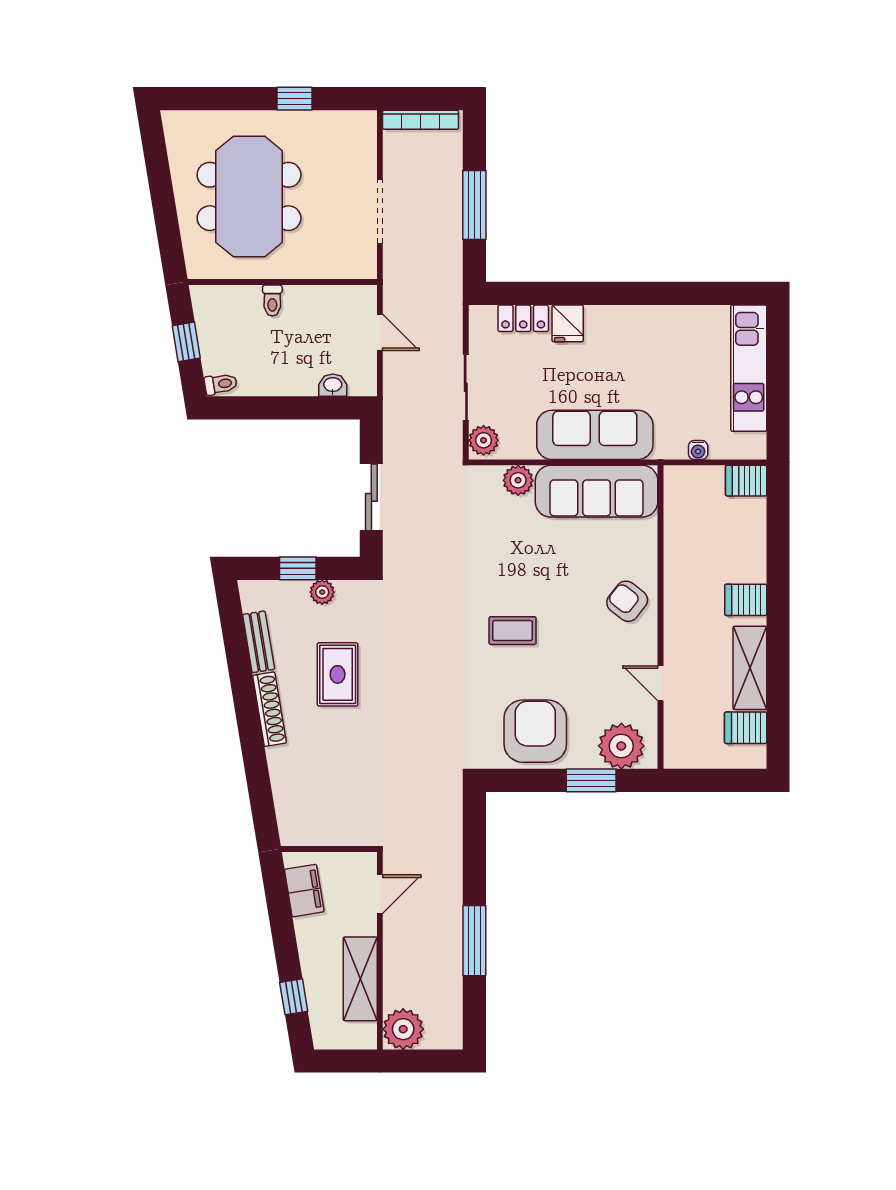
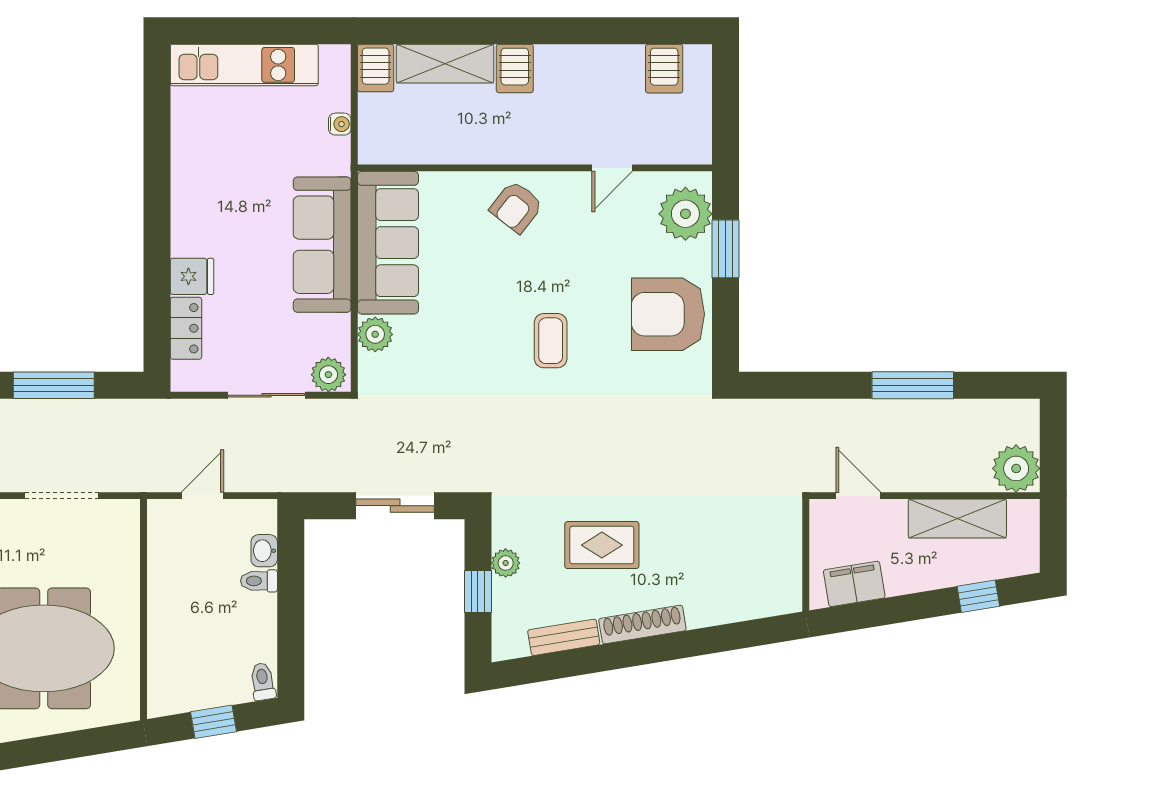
toilet: (272, 301) -> (259, 581), moved, turned 180
shelving: (750, 668) -> (445, 64), moved

